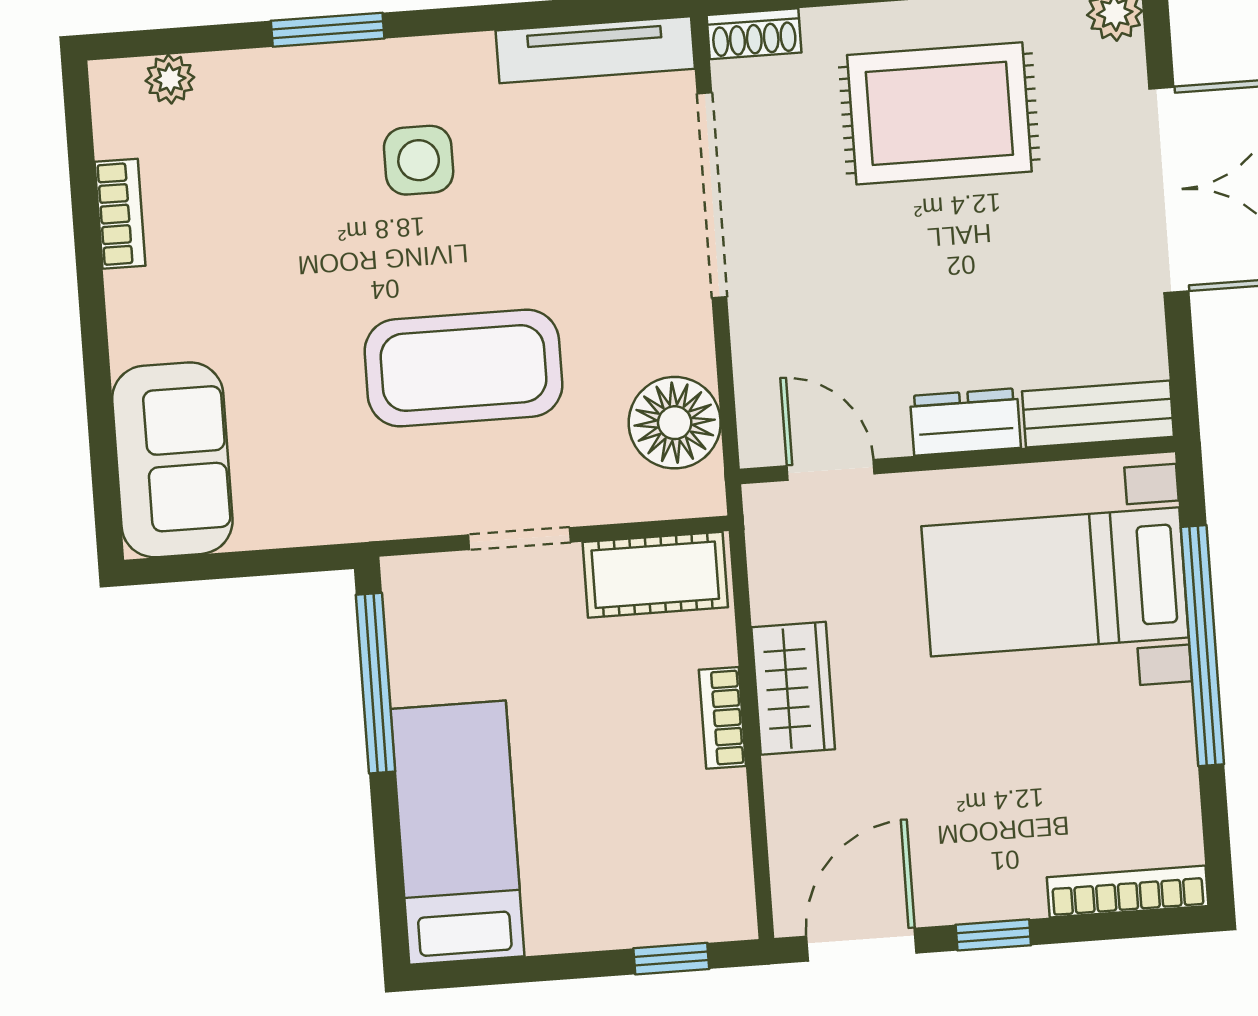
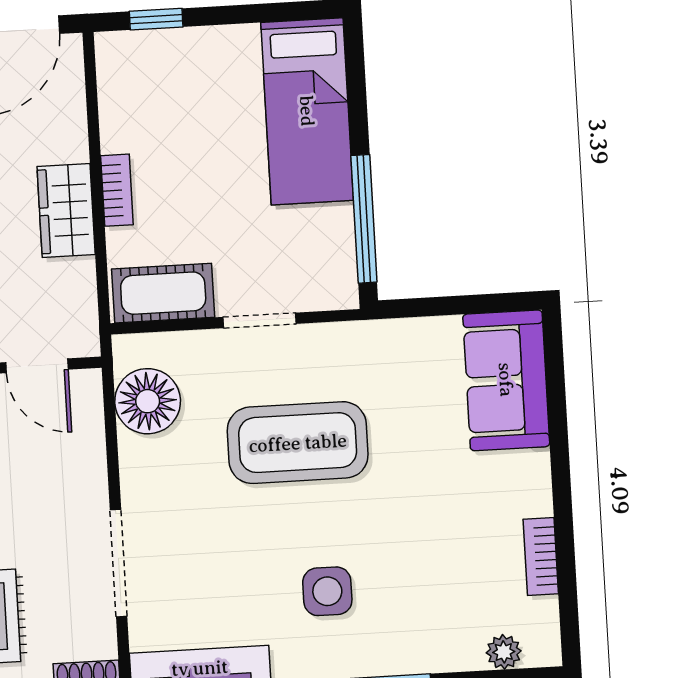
doorway: (712, 195) -> (119, 563), width x0.73

